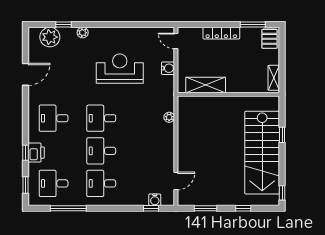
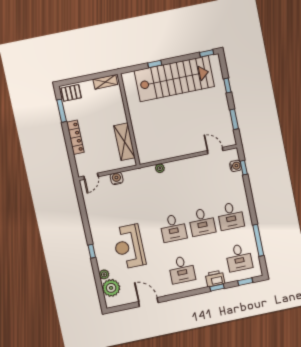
window: (64, 25) -> (92, 251), moved
plant: (83, 33) -> (104, 274), moved
reception desk: (120, 69) -> (129, 247), moved

